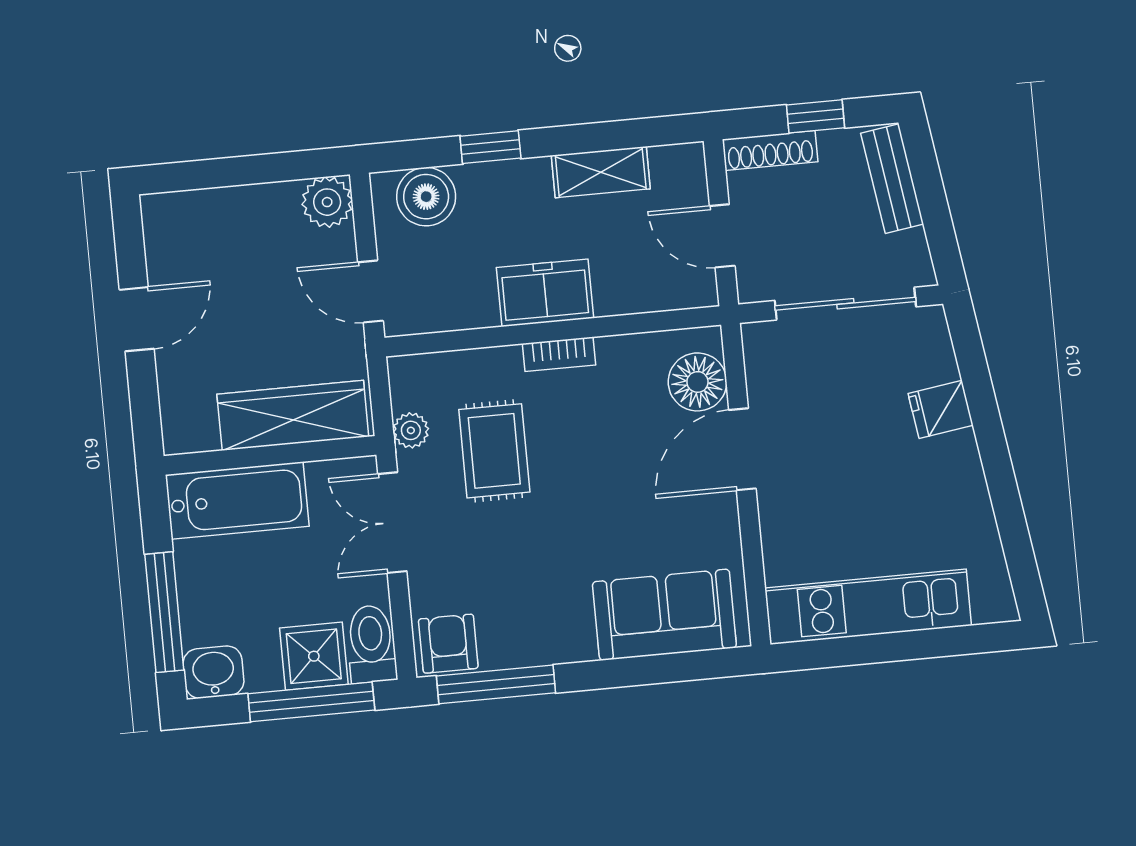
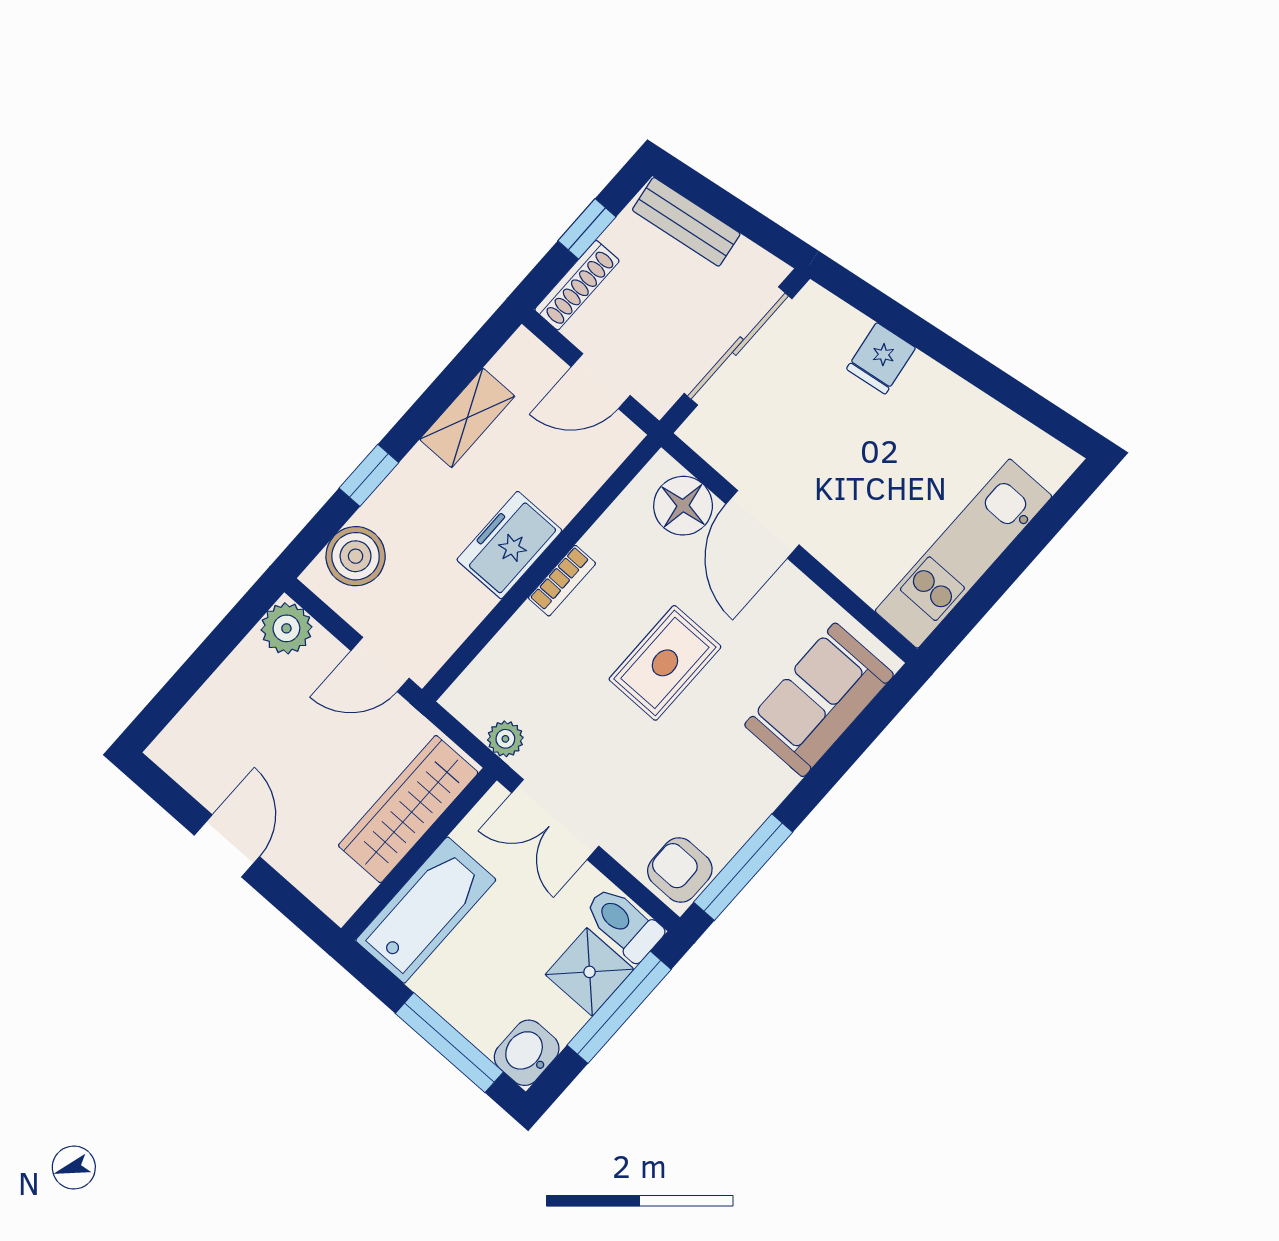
rug: (494, 451) -> (665, 663), moved, turned 90

